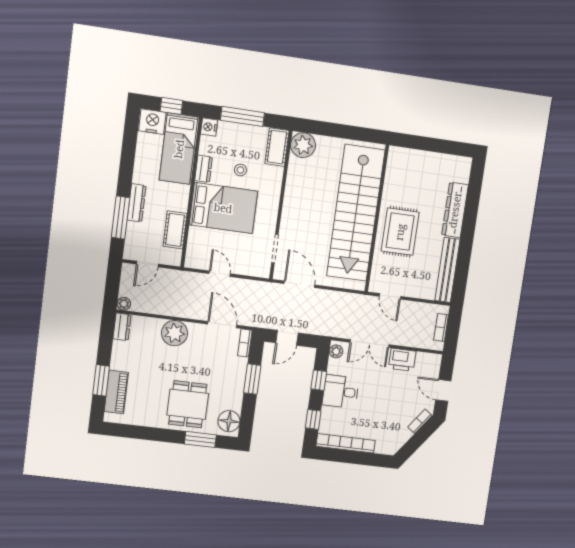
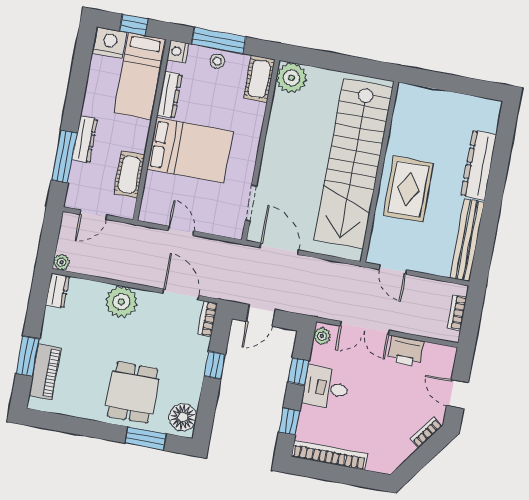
dresser: (203, 169) -> (169, 95), width x1.44
stool: (240, 170) -> (217, 61), moved
window: (252, 379) -> (215, 365), width x0.67

